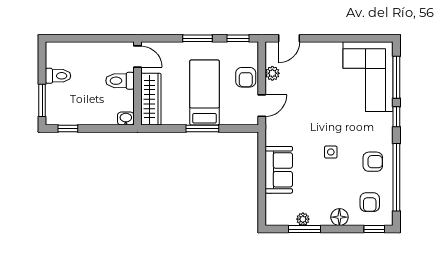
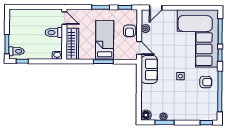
toilet: (58, 76) -> (16, 51), moved
corner sofa: (368, 77) -> (198, 38), width x1.36, depth x1.36
door: (262, 106) -> (139, 48), hinge flipped
sofa: (279, 170) -> (149, 69), moved
armchair: (370, 202) -> (204, 106), removed
floor lamp: (339, 217) -> (146, 115), moved

